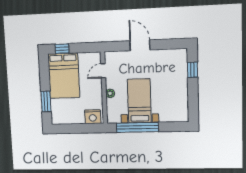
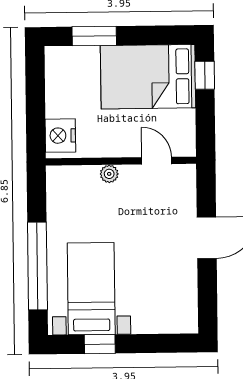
window: (193, 70) -> (100, 344), moved
bed with nightstands: (139, 101) -> (91, 289), moved, turned -90
window: (137, 127) -> (37, 266), moved

